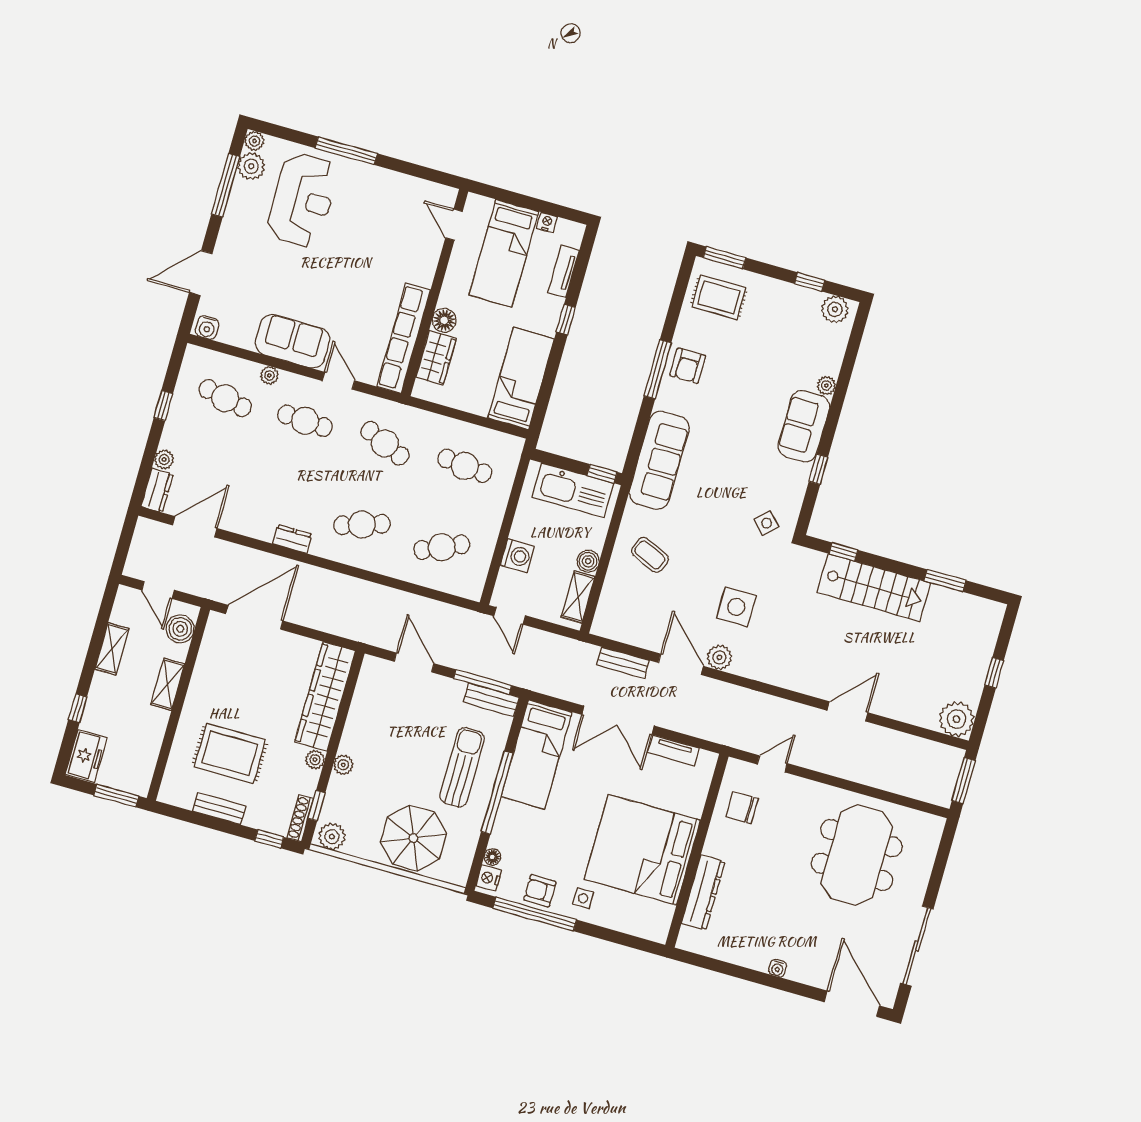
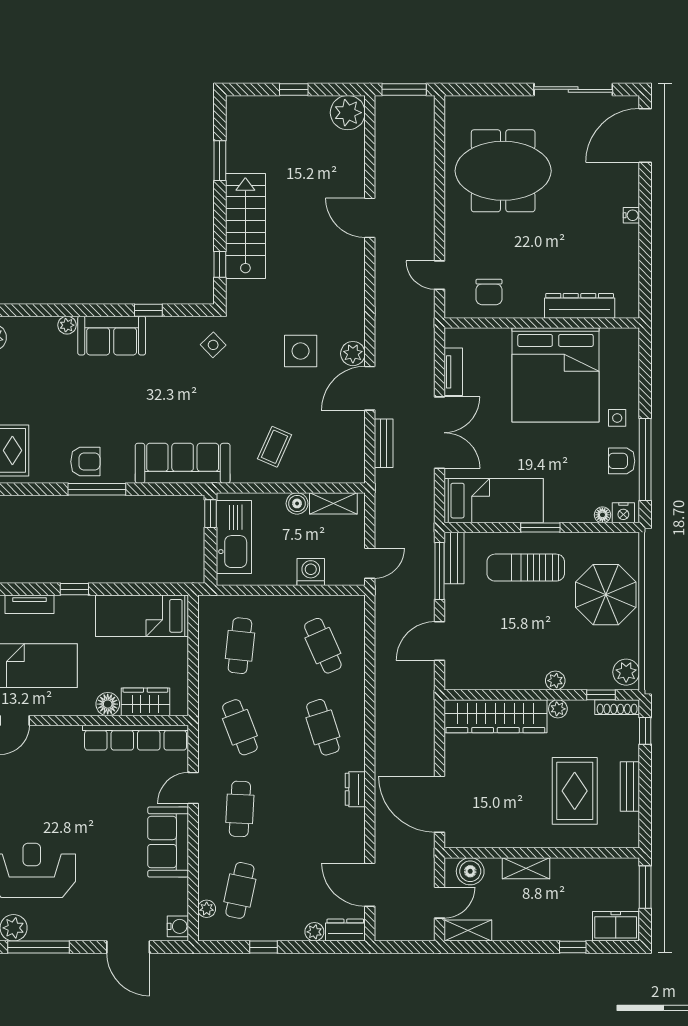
plant: (269, 375) -> (207, 909), moved
cafe table: (385, 443) -> (240, 727), turned -45
shelving: (112, 649) -> (468, 931), moved
window: (497, 793) -> (540, 528), width x0.47
armchair: (540, 891) -> (622, 461), turned 90

